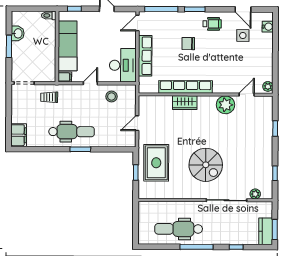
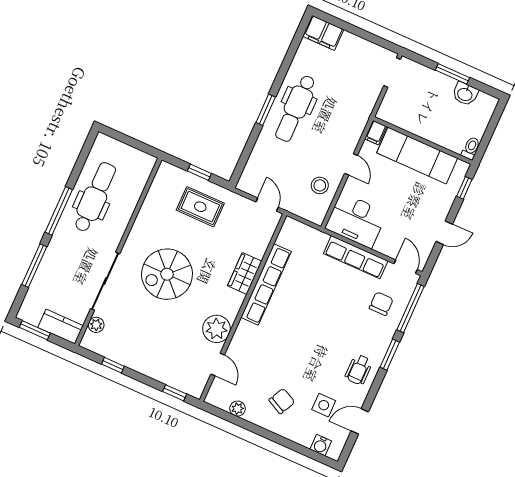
chair: (188, 44) -> (381, 304), moved
chair: (252, 62) -> (282, 401), added
row of seats: (186, 87) -> (266, 284), moved
wall: (206, 94) -> (243, 308), moved
door: (247, 95) -> (218, 364), moved
trolley: (49, 97) -> (357, 99), removed
wardrobe: (185, 103) -> (245, 274), moved
plant: (226, 105) -> (216, 329), moved
rug: (156, 163) -> (200, 207), width x0.73, depth x0.70
kitchen counter: (266, 231) -> (60, 327), moved
window: (236, 247) -> (34, 266), width x2.17

